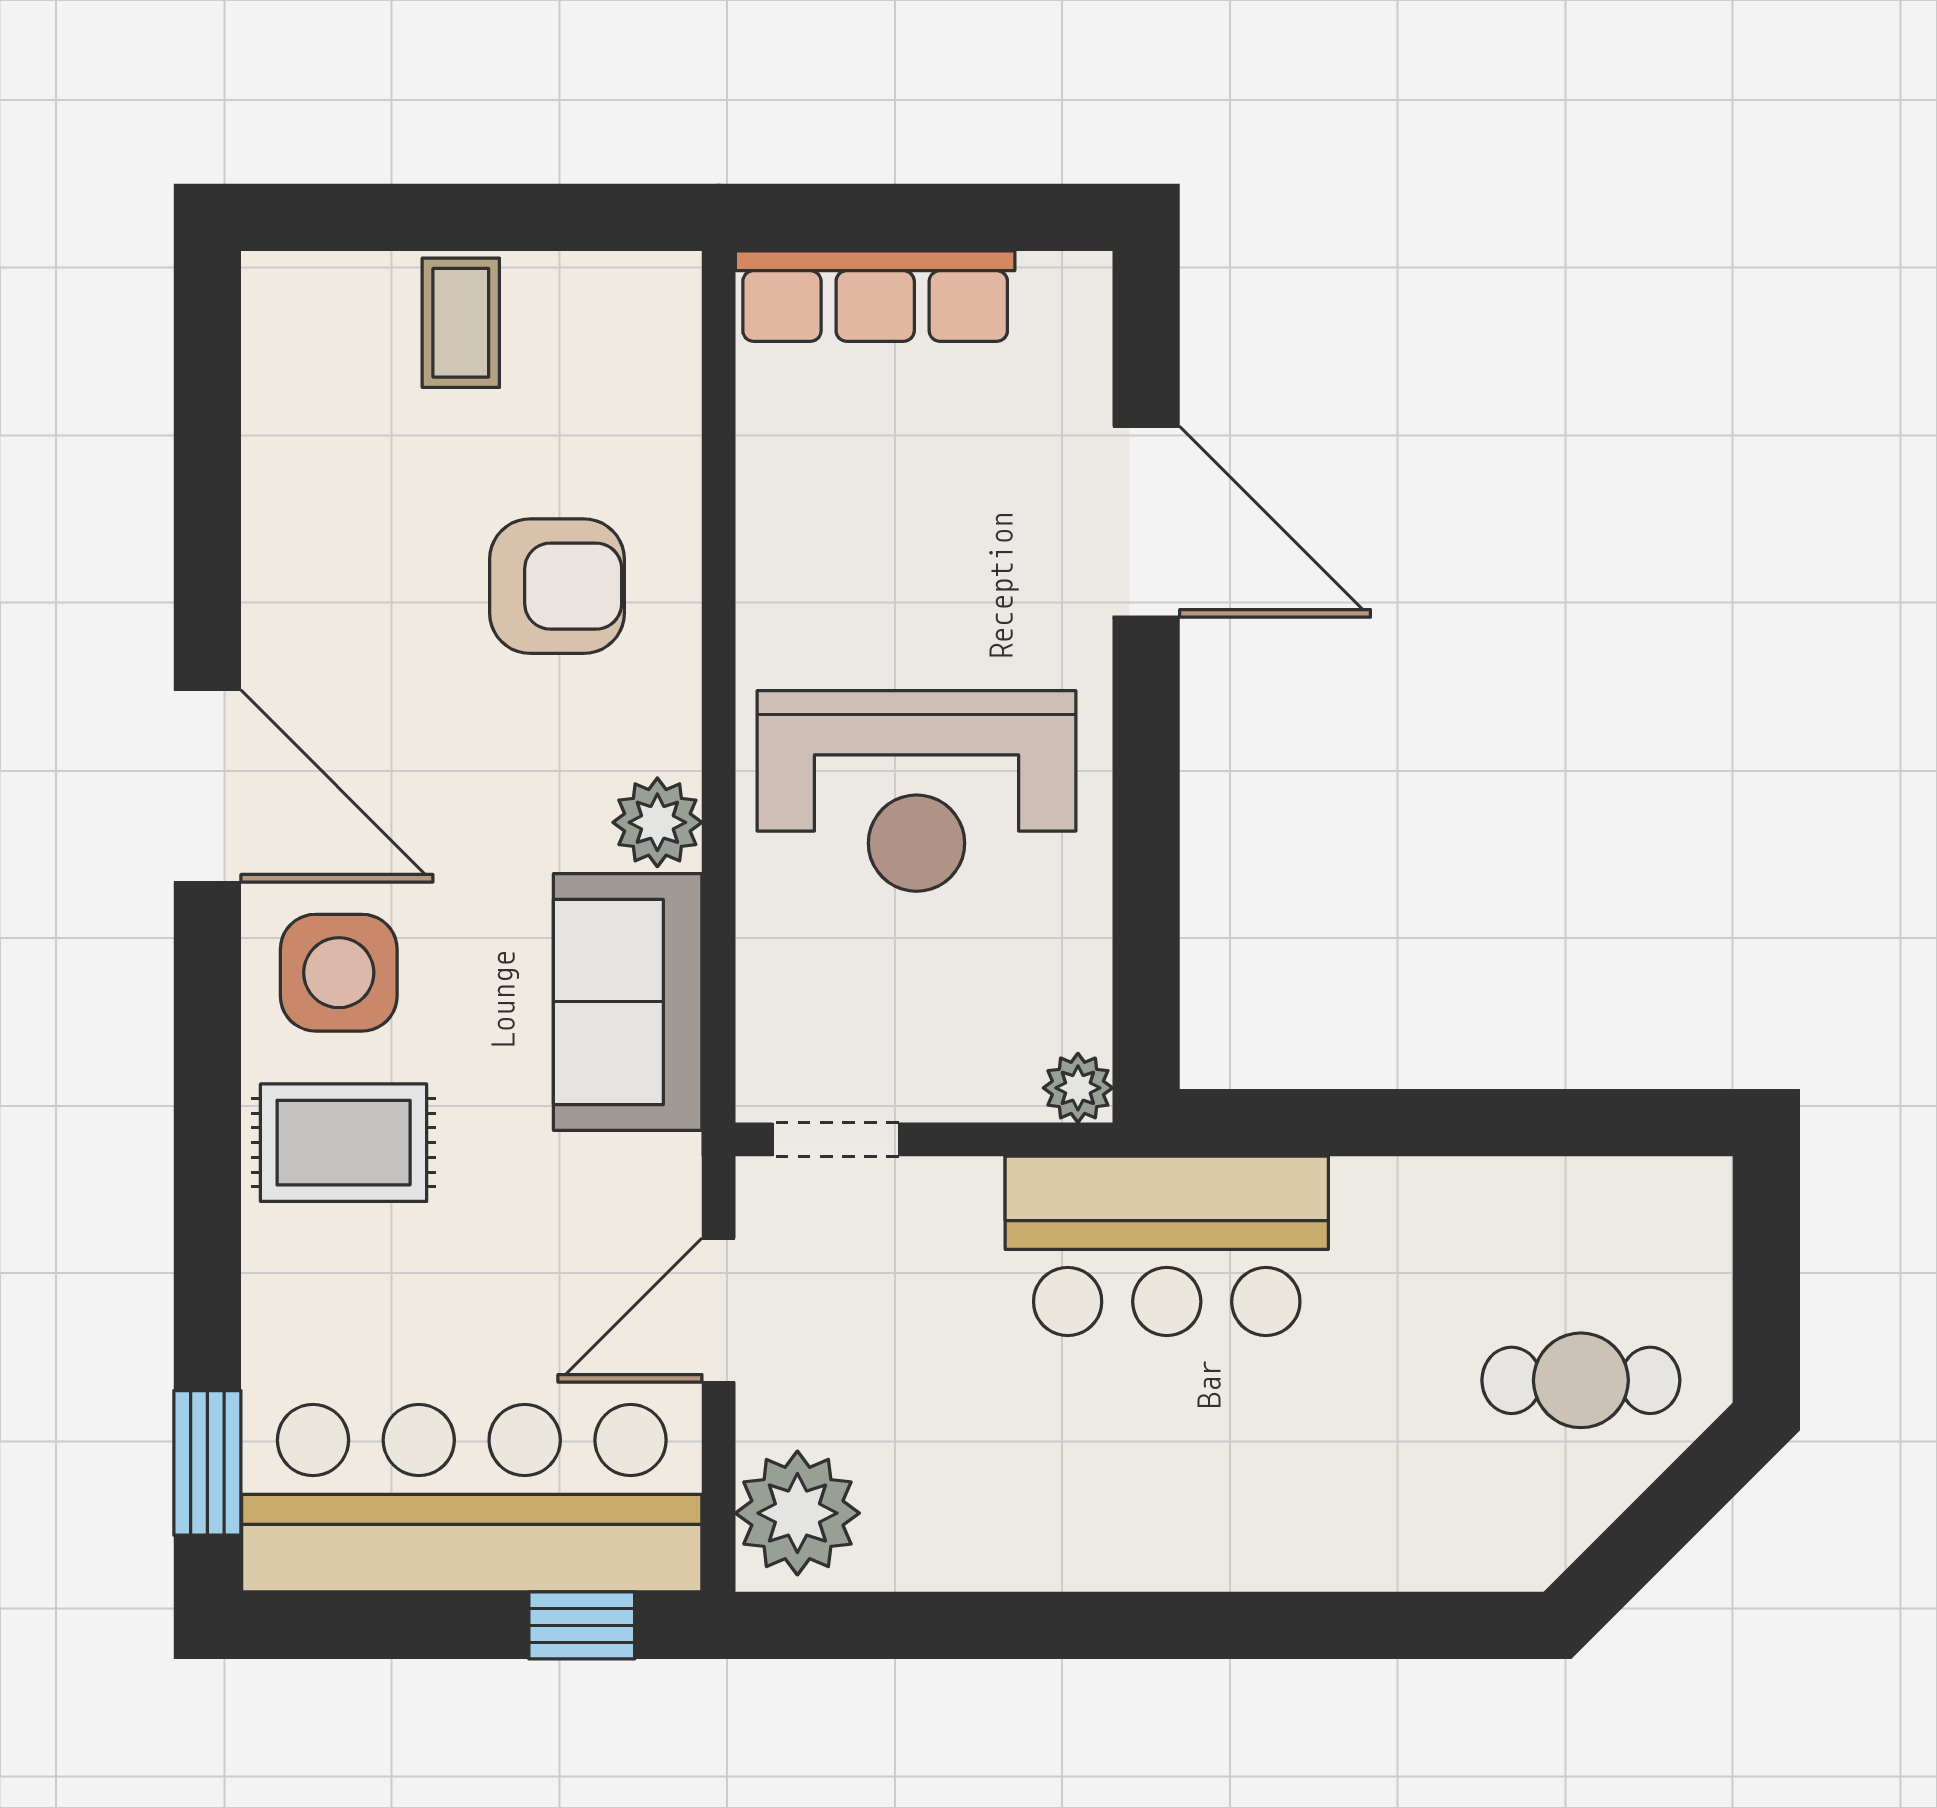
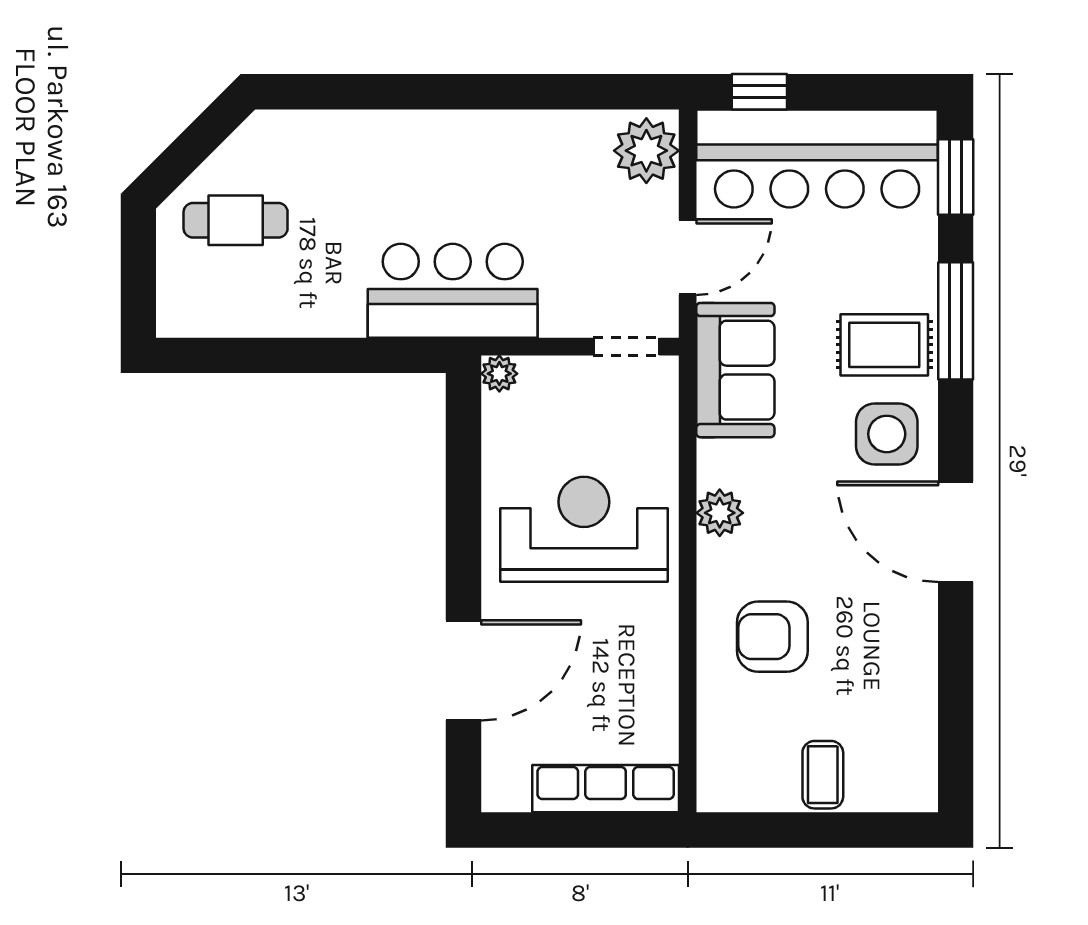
door: (1146, 522) -> (464, 670), swing flipped
sofa: (628, 1002) -> (735, 370), moved
window: (207, 1188) -> (956, 321), added

